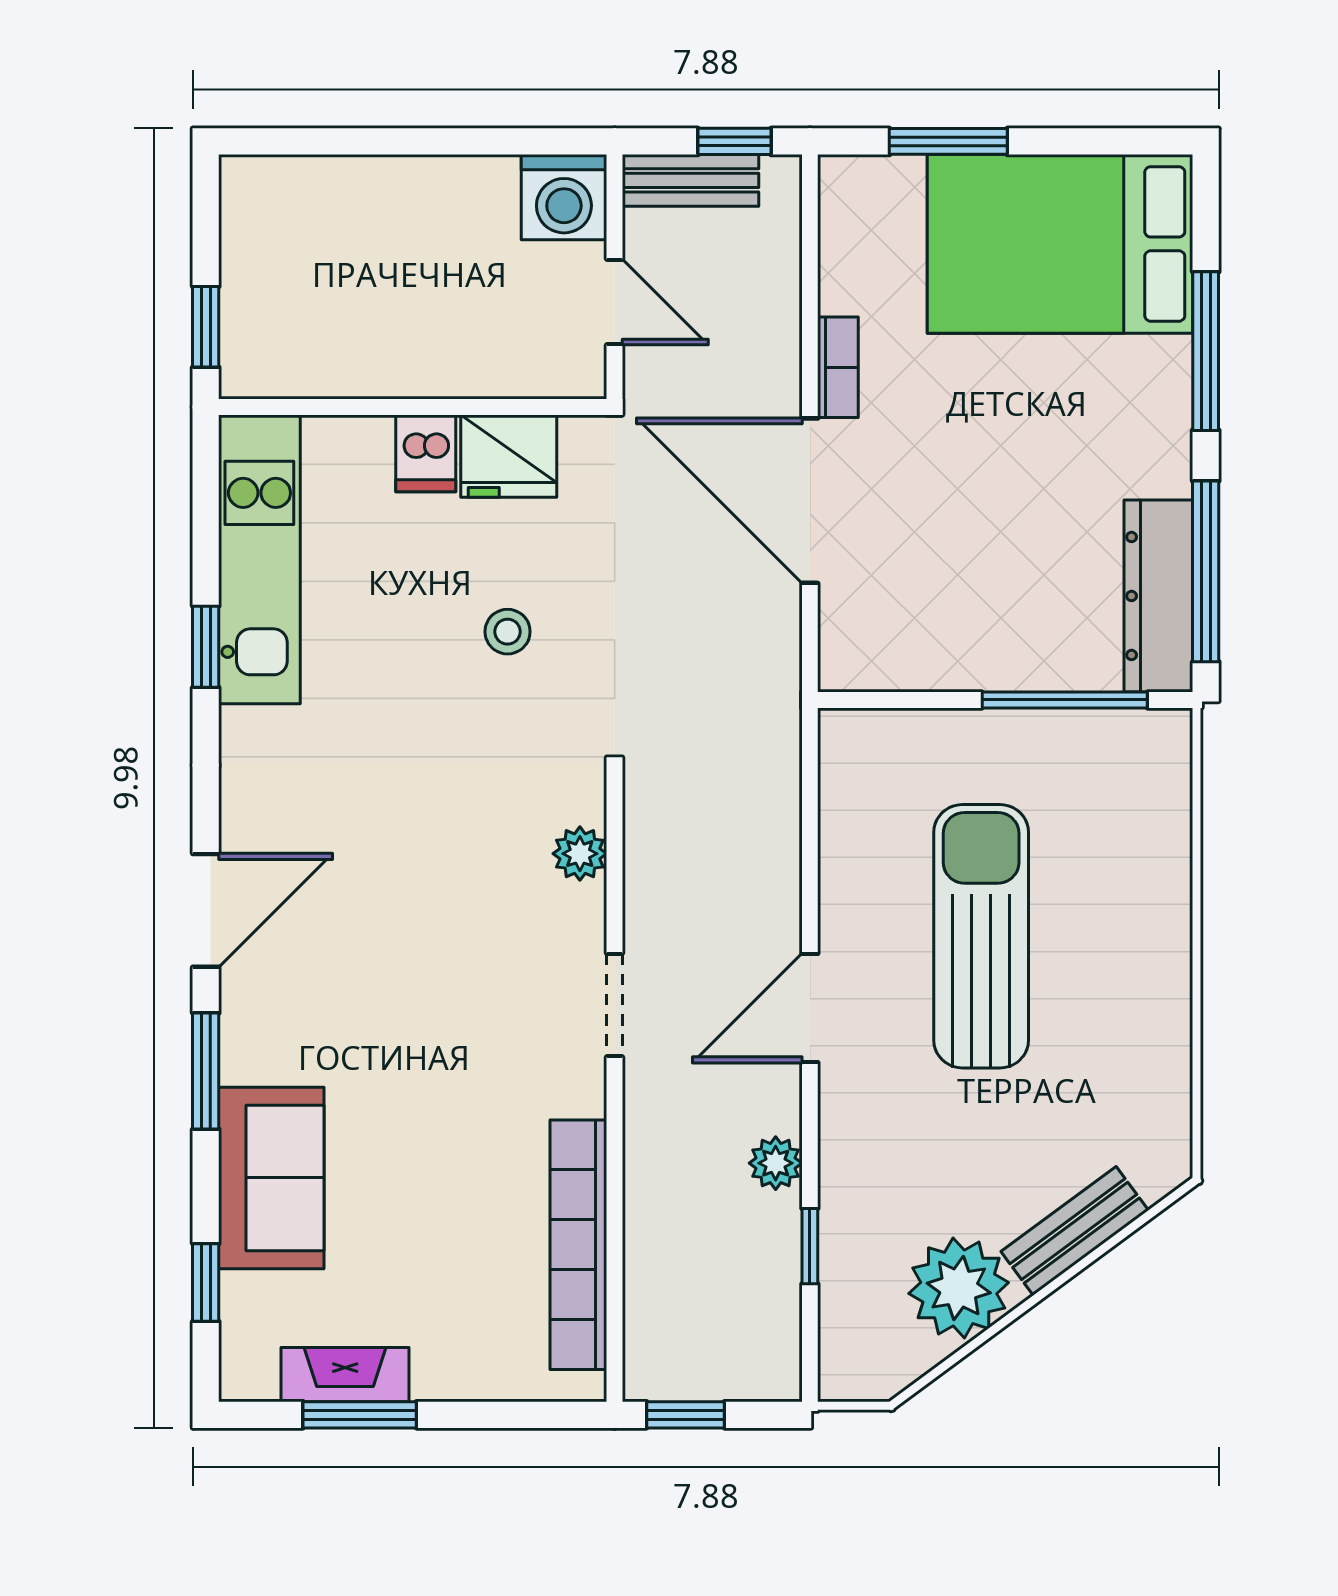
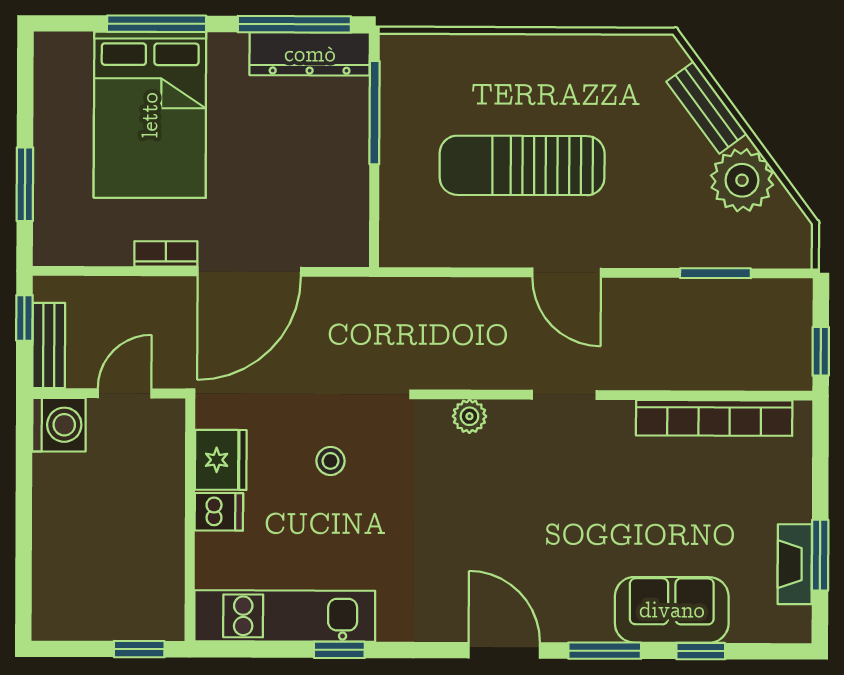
bed: (1060, 244) -> (150, 115), moved
plant: (776, 1163) -> (663, 294), removed
window: (810, 1246) -> (715, 273), width x1.50
window: (206, 1283) -> (701, 651), moved

